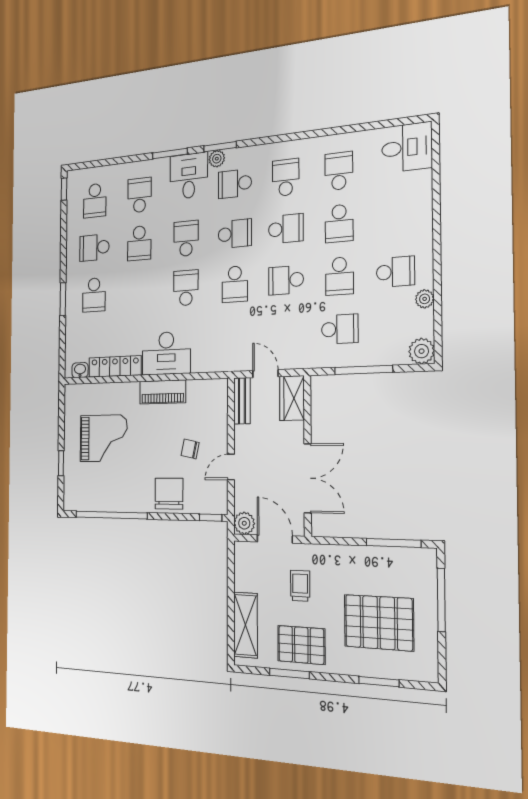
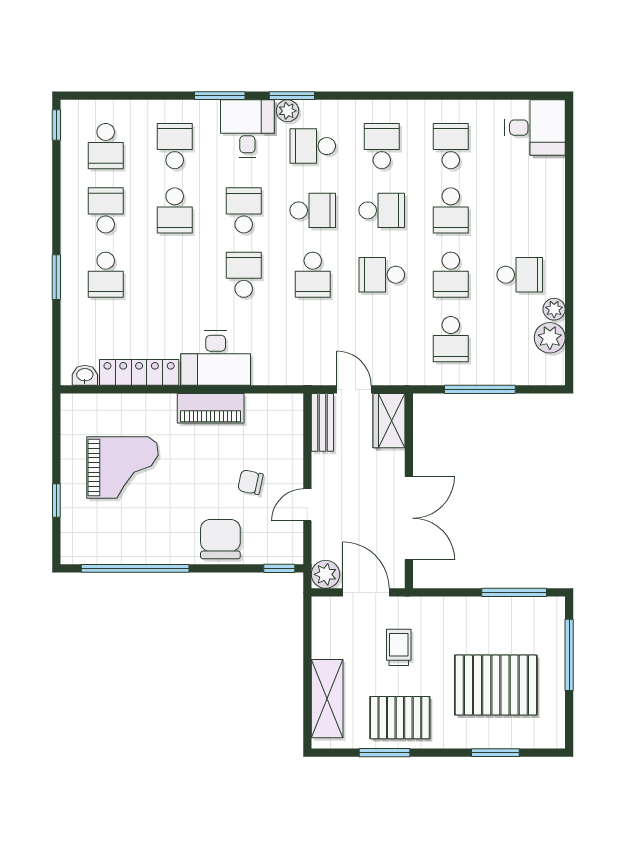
school desk: (94, 248) -> (106, 210), turned 90
school desk: (340, 329) -> (451, 339), turned 90
plant: (422, 351) -> (550, 338), moved

